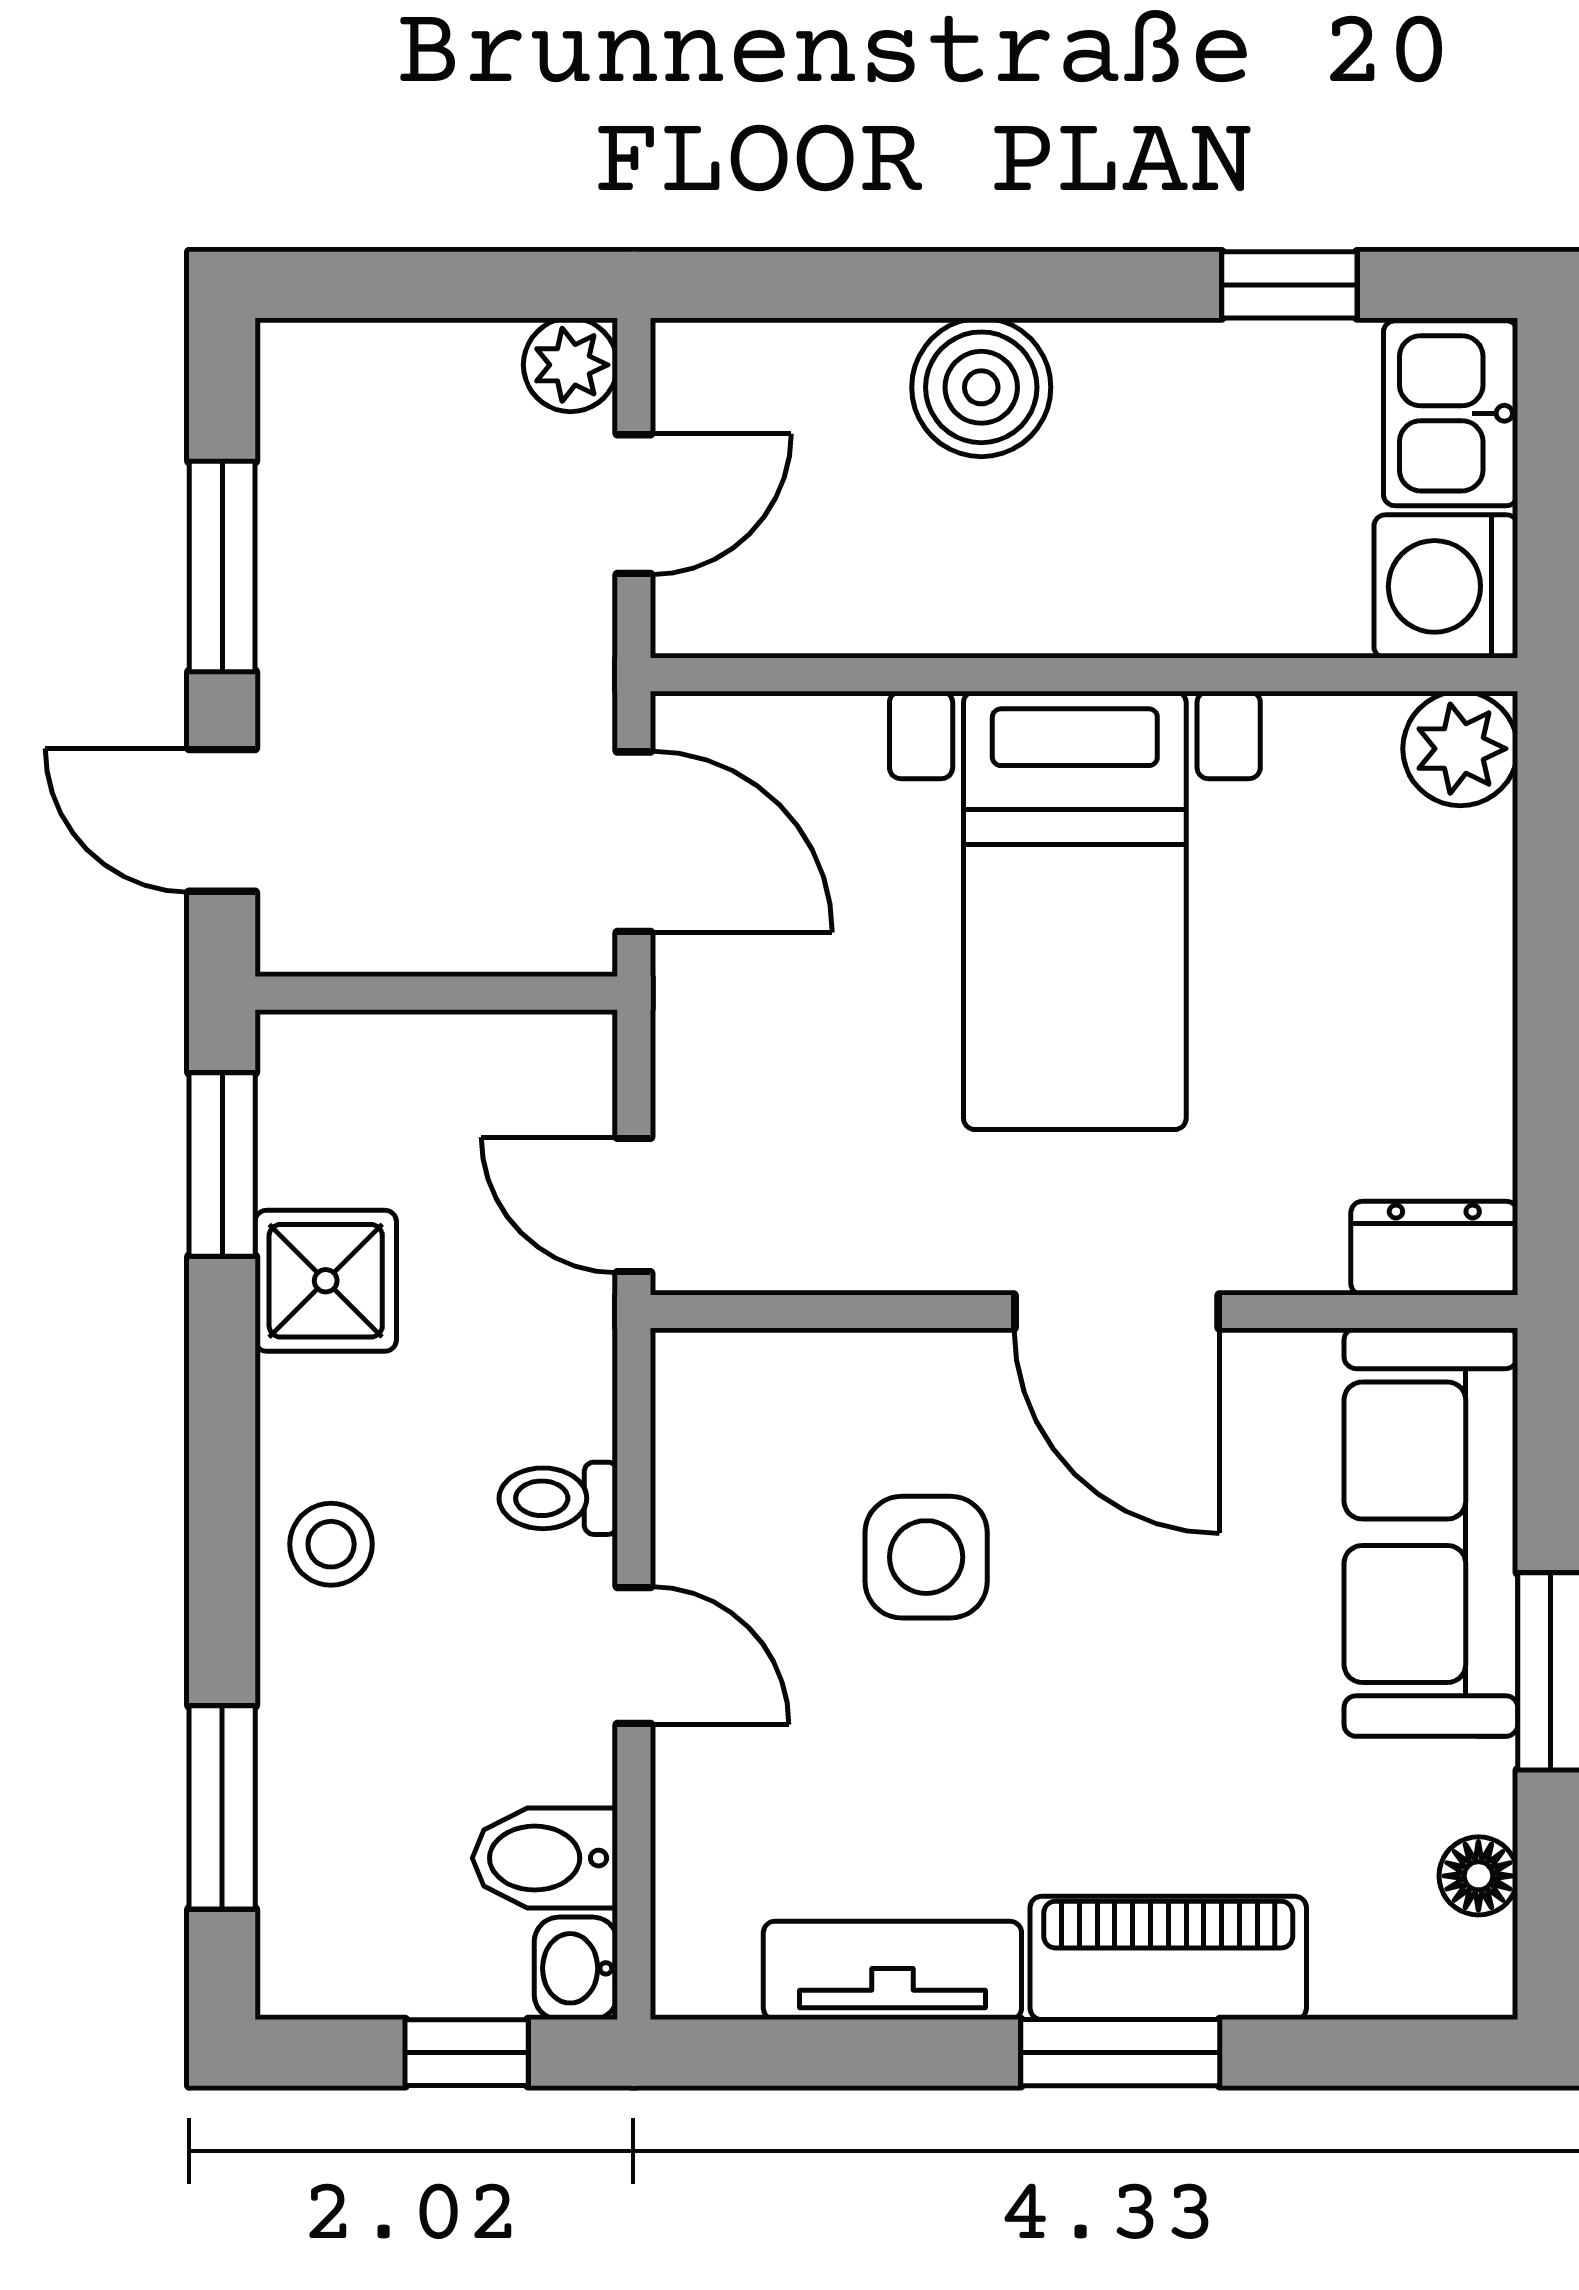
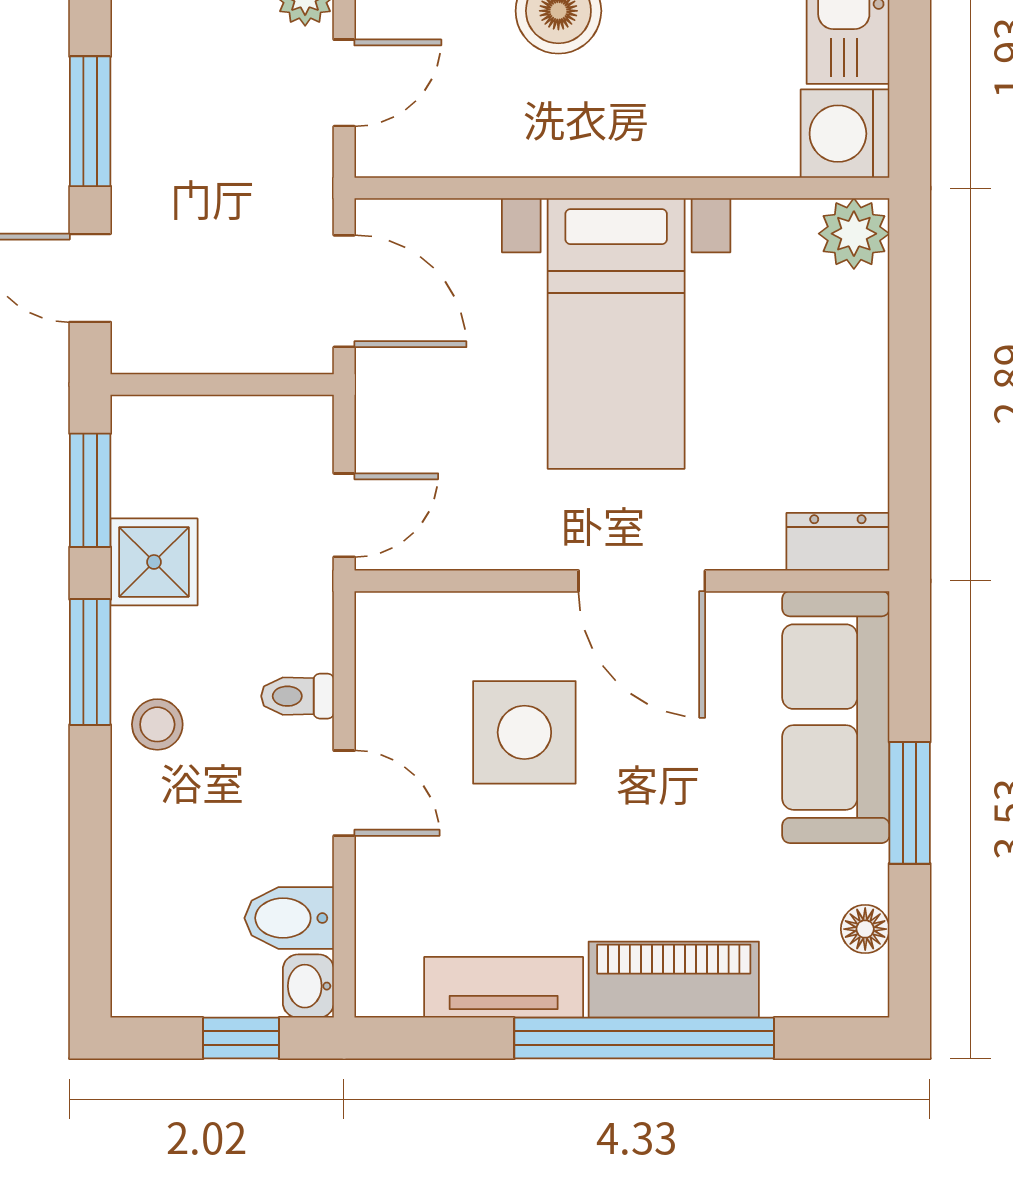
door: (634, 1205) -> (344, 515), swing flipped
side table: (926, 1557) -> (524, 732), width x1.37, depth x1.37
window: (222, 1807) -> (90, 662), moved
window: (1120, 2053) -> (644, 1038), width x2.11

